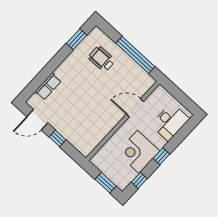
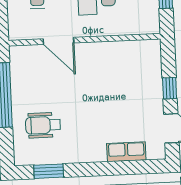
wheelchair: (102, 59) -> (43, 125), turned 91

